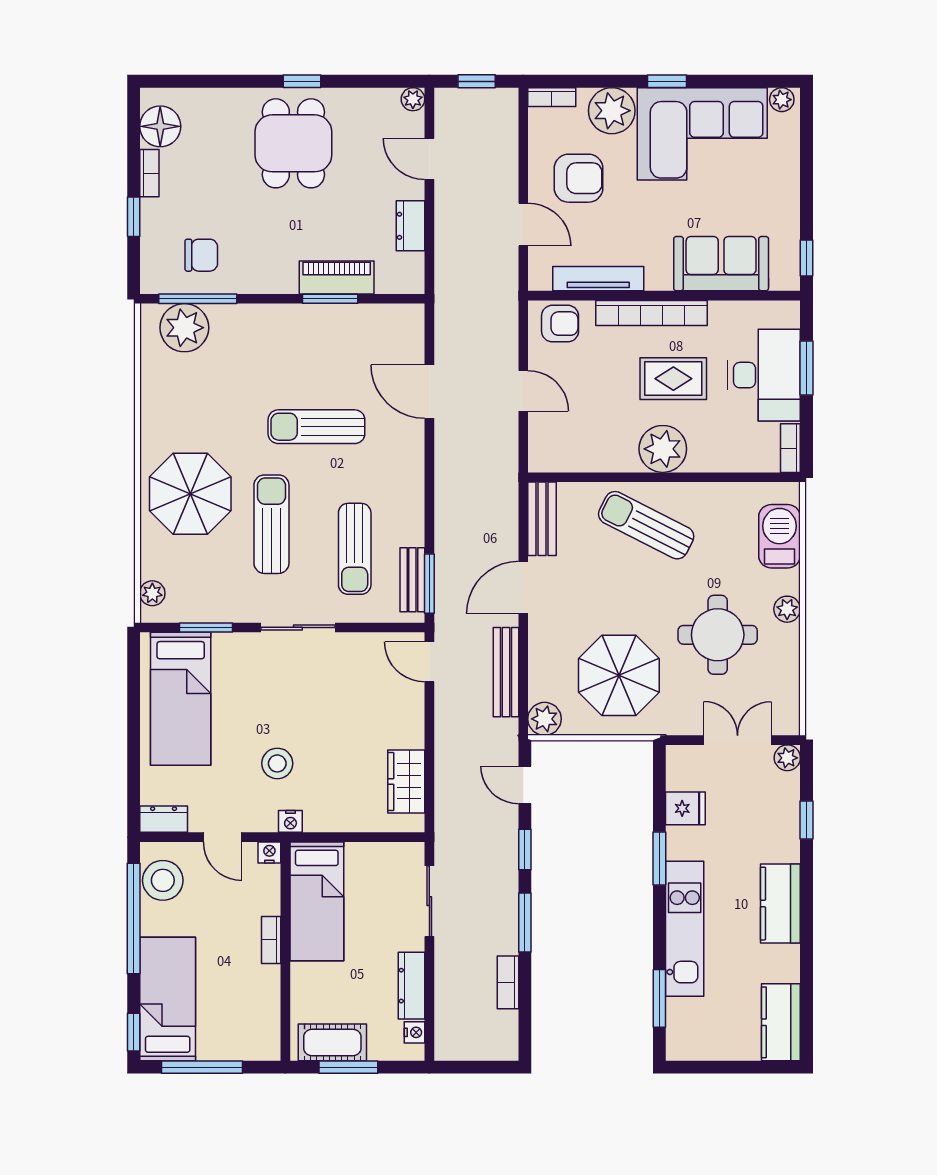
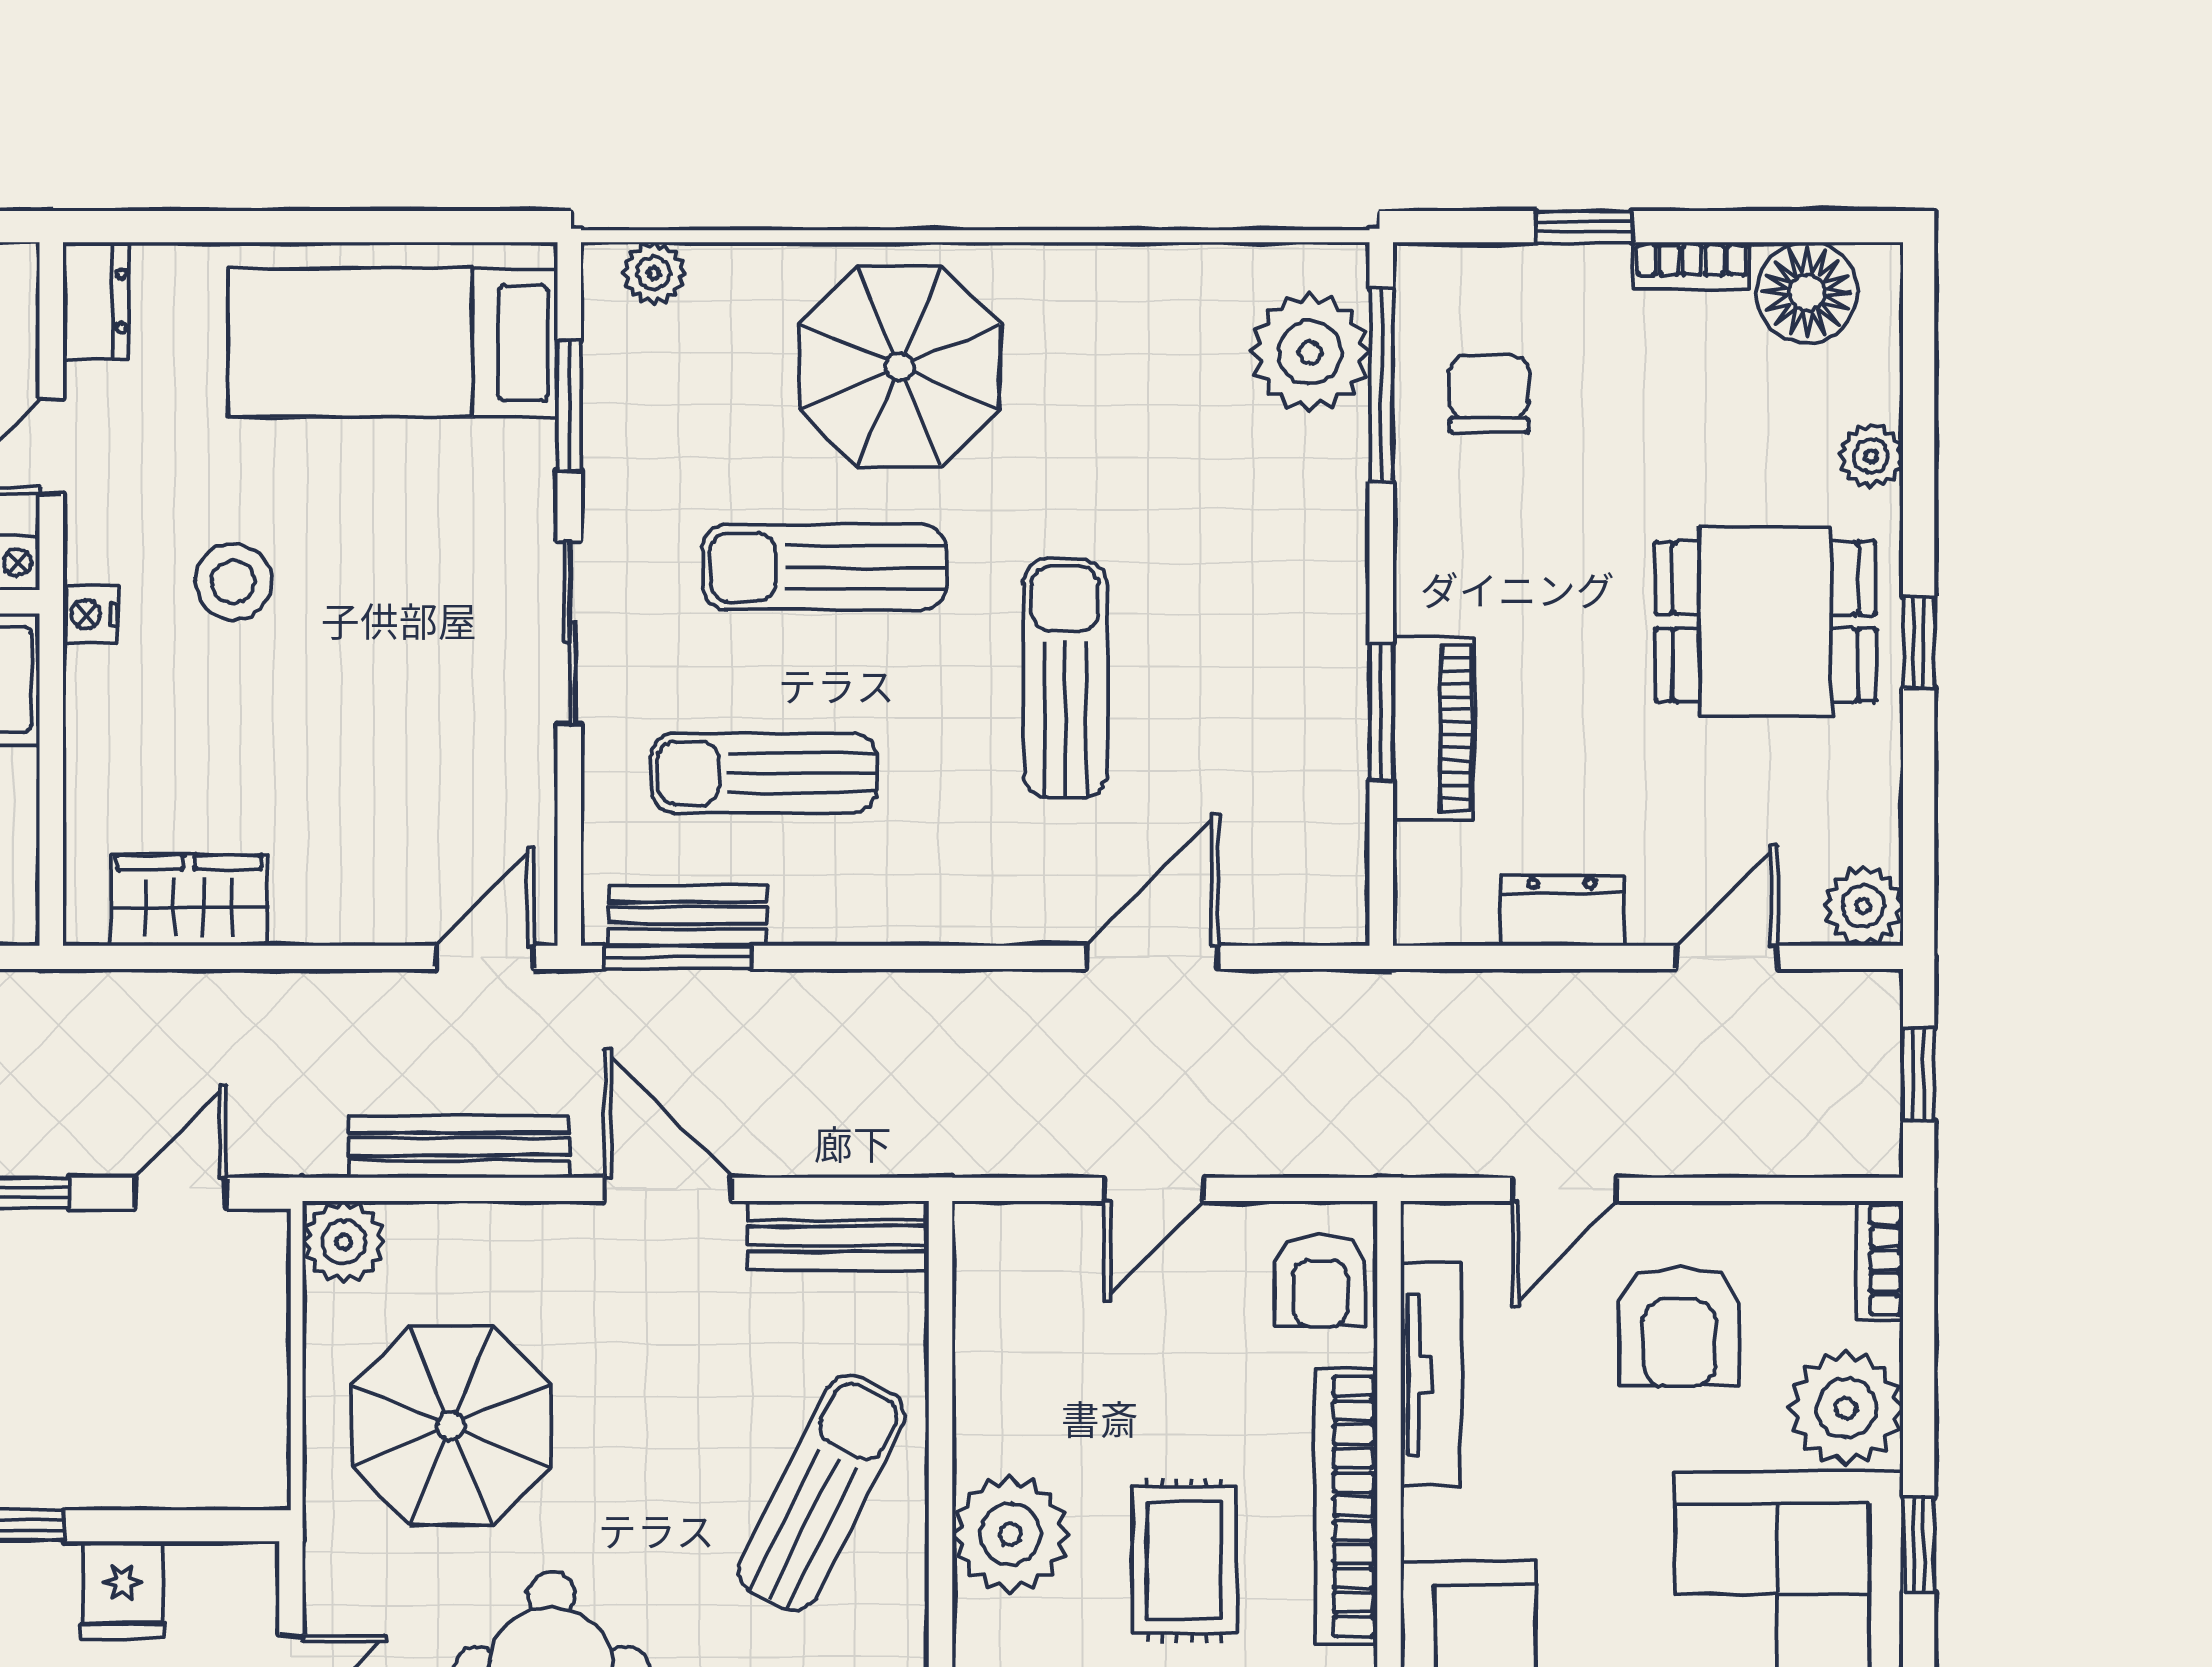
plant: (413, 99) -> (1864, 906), width x1.38, depth x1.38
plant: (226, 101) -> (1871, 456), added
chair: (201, 255) -> (1489, 394), turned 180
sun lounger: (271, 524) -> (824, 567), turned 180

